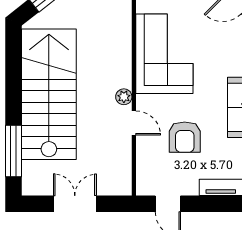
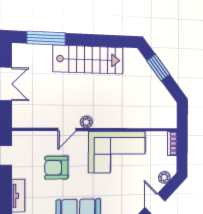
stairs: (49, 94) -> (88, 60), width x0.73, depth x0.66

